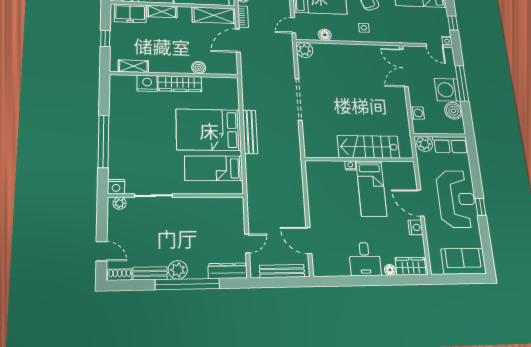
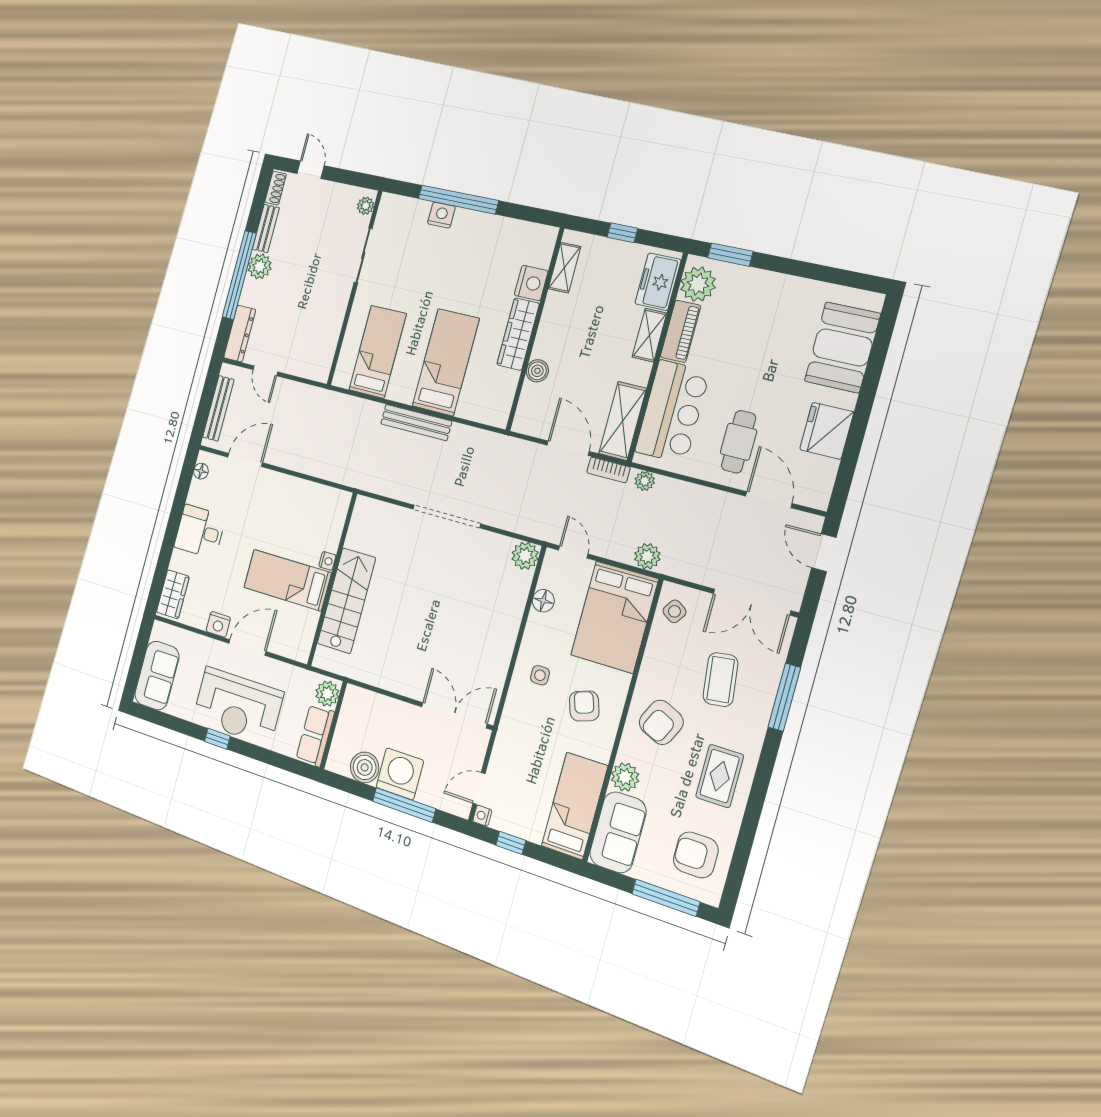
washing machine: (417, 113) -> (377, 704), removed
bed: (209, 130) -> (446, 362), width x0.67
nightstand: (116, 187) -> (441, 215), moved, turned 90
door: (102, 251) -> (311, 170), swing flipped
floor lamp: (390, 270) -> (201, 471), moved

